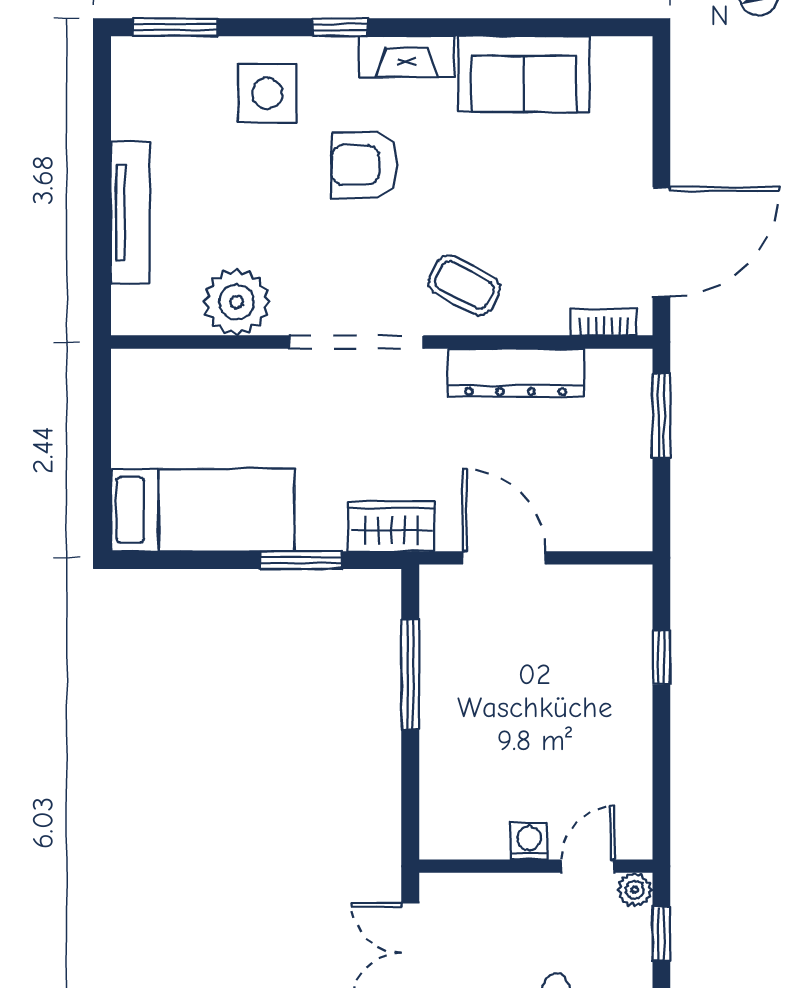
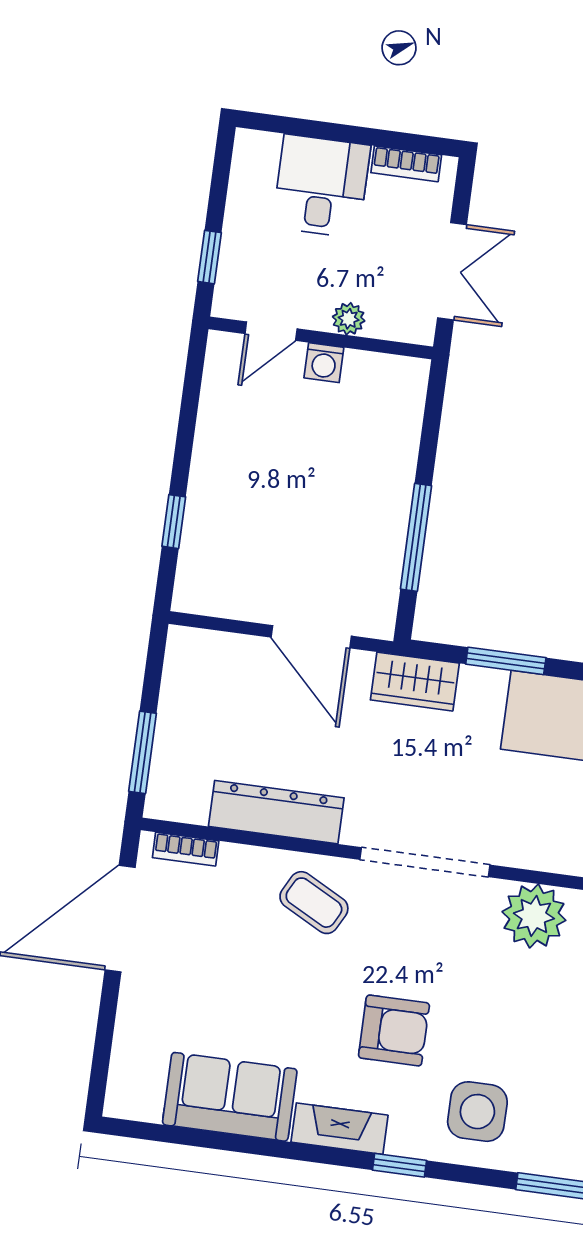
plant: (635, 890) -> (349, 319), moved

